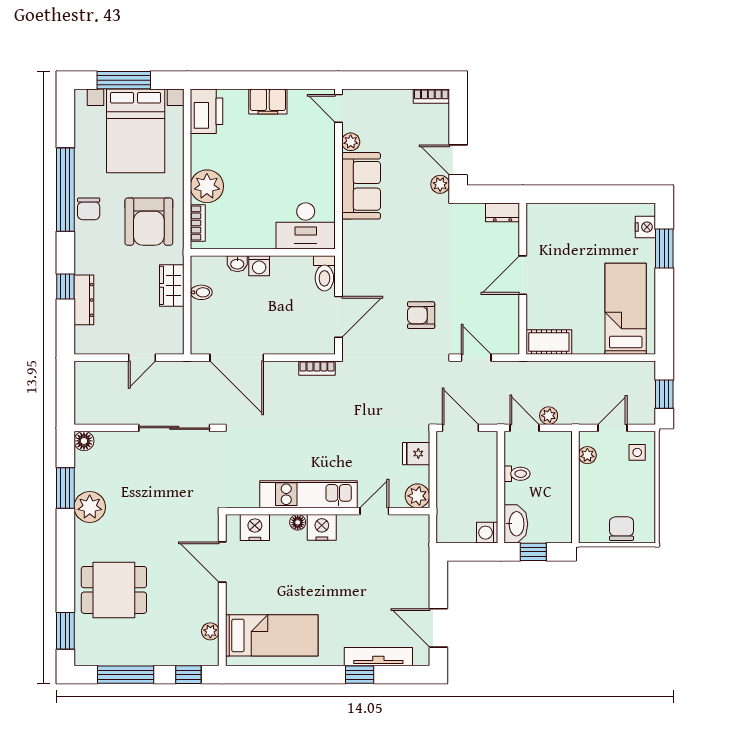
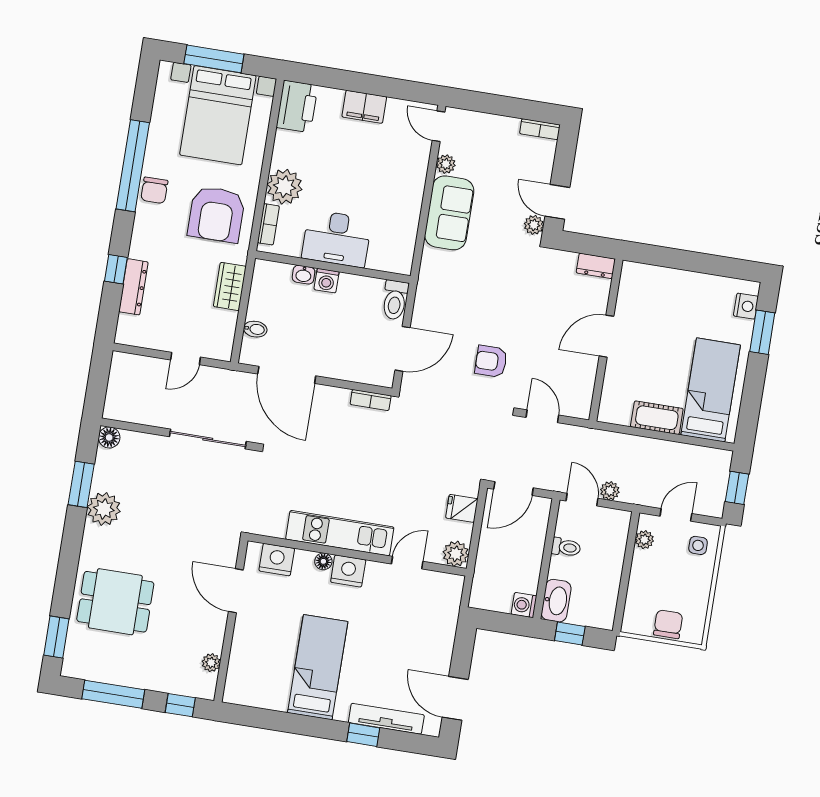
desk: (306, 226) -> (337, 239), moved
bidet: (201, 292) -> (255, 329), moved
cot: (549, 342) -> (657, 418), moved
door: (460, 428) -> (513, 489), swing flipped
bed: (272, 635) -> (318, 667), moved, turned -90

